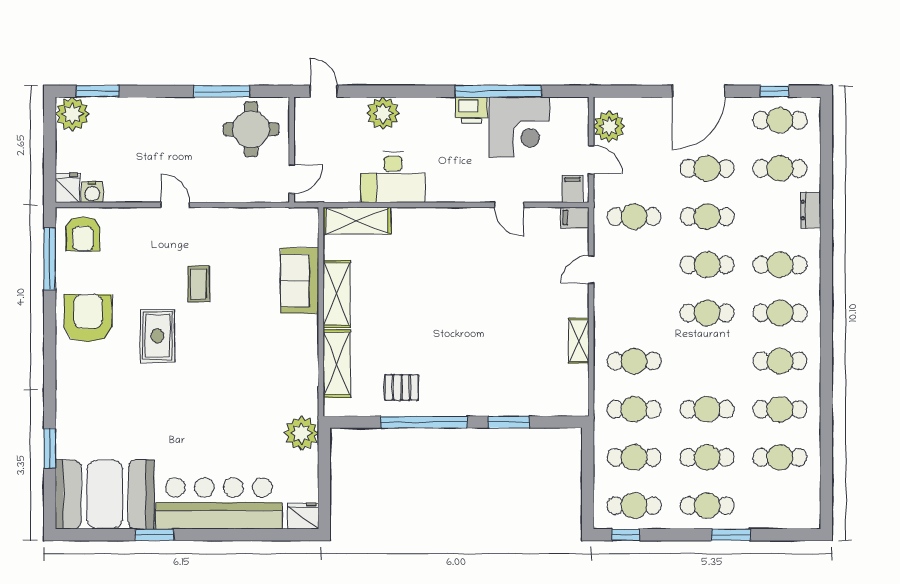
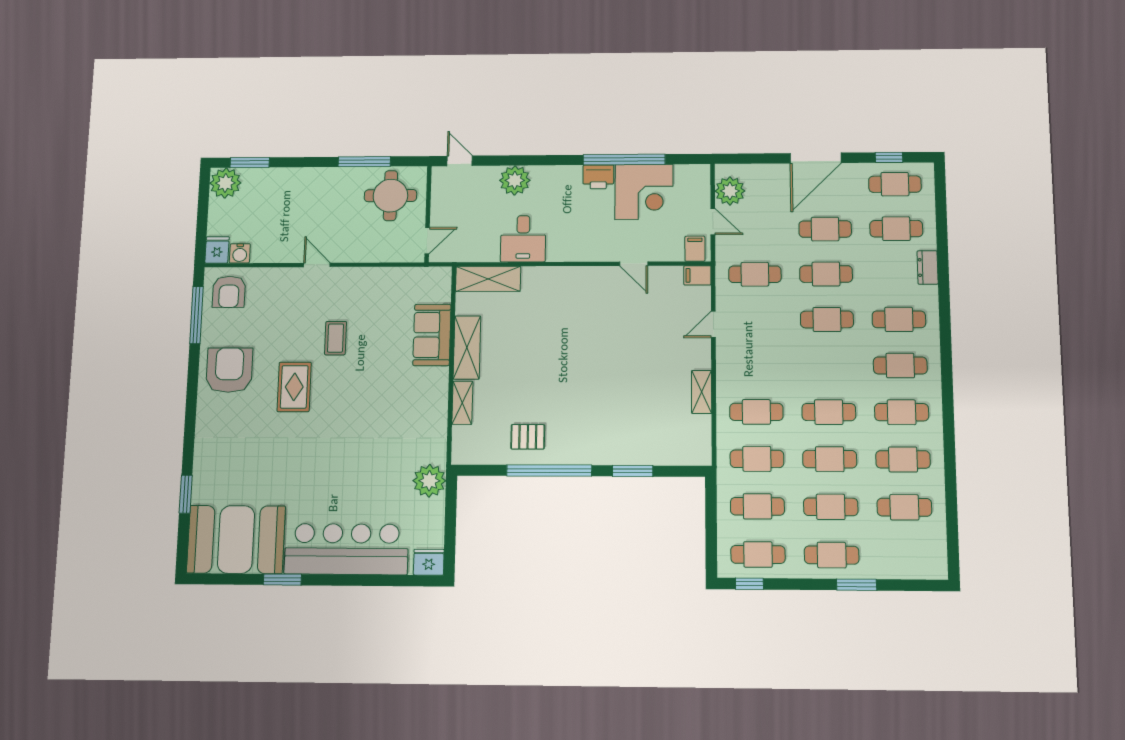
desk: (393, 177) -> (523, 239), width x0.73
cafe table: (707, 313) -> (829, 412), moved
shelving: (337, 364) -> (462, 403), width x0.67, depth x0.75

